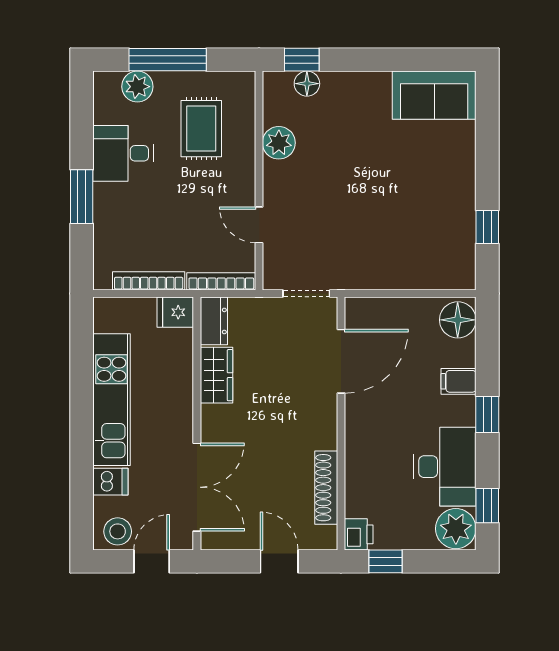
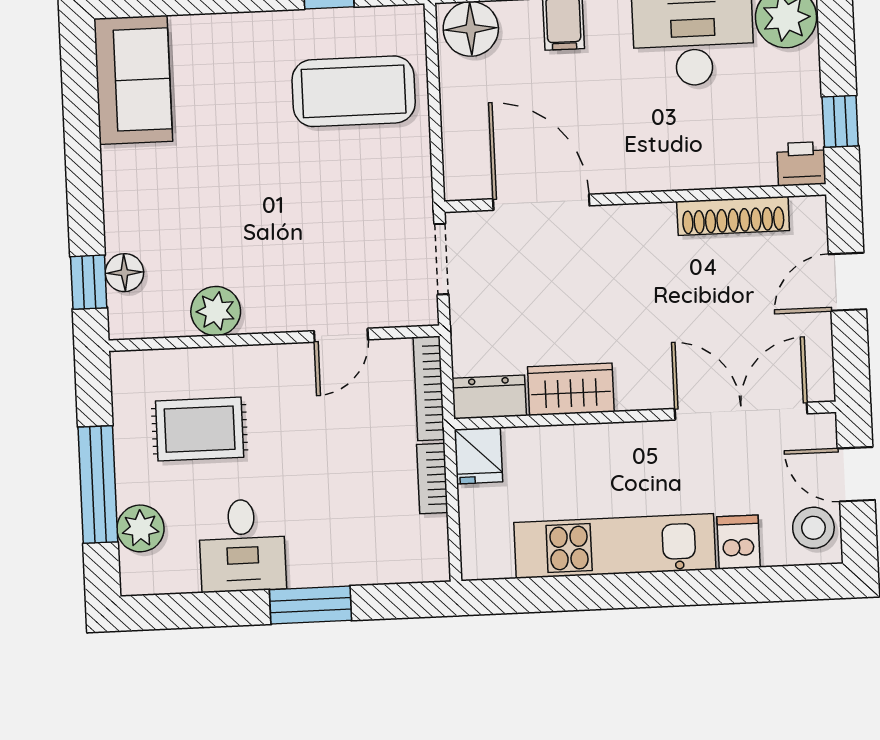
coffee table: (420, 241) -> (354, 91), added
bookcase: (149, 281) -> (432, 478), width x0.64

